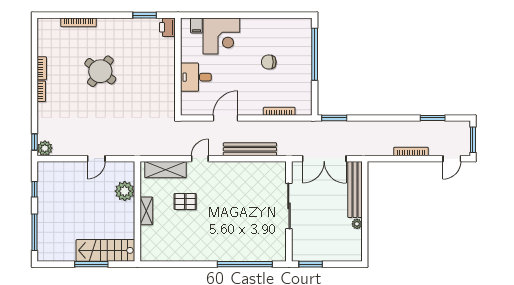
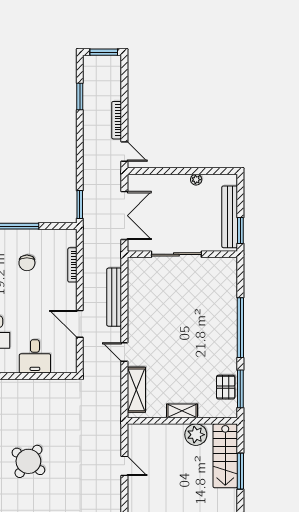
chair: (269, 62) -> (27, 263), moved
door: (452, 159) -> (124, 151), moved
bench: (355, 190) -> (230, 217), moved, turned 90
plant: (125, 191) -> (196, 435), moved
pallet: (185, 201) -> (226, 387), moved
window: (166, 264) -> (240, 389), added
window: (245, 264) -> (240, 328), moved

